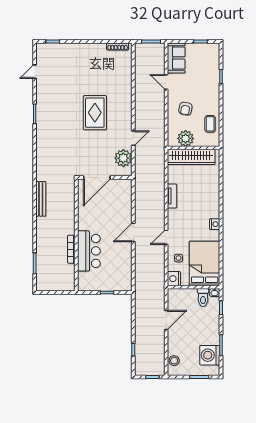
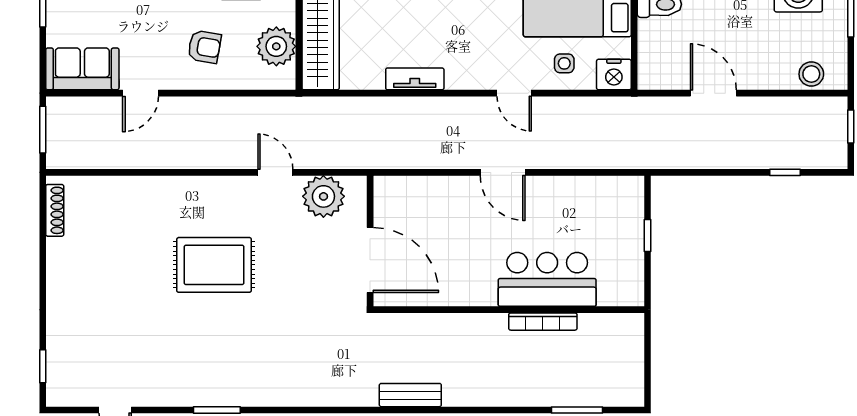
bench: (41, 199) -> (410, 395), width x0.73

